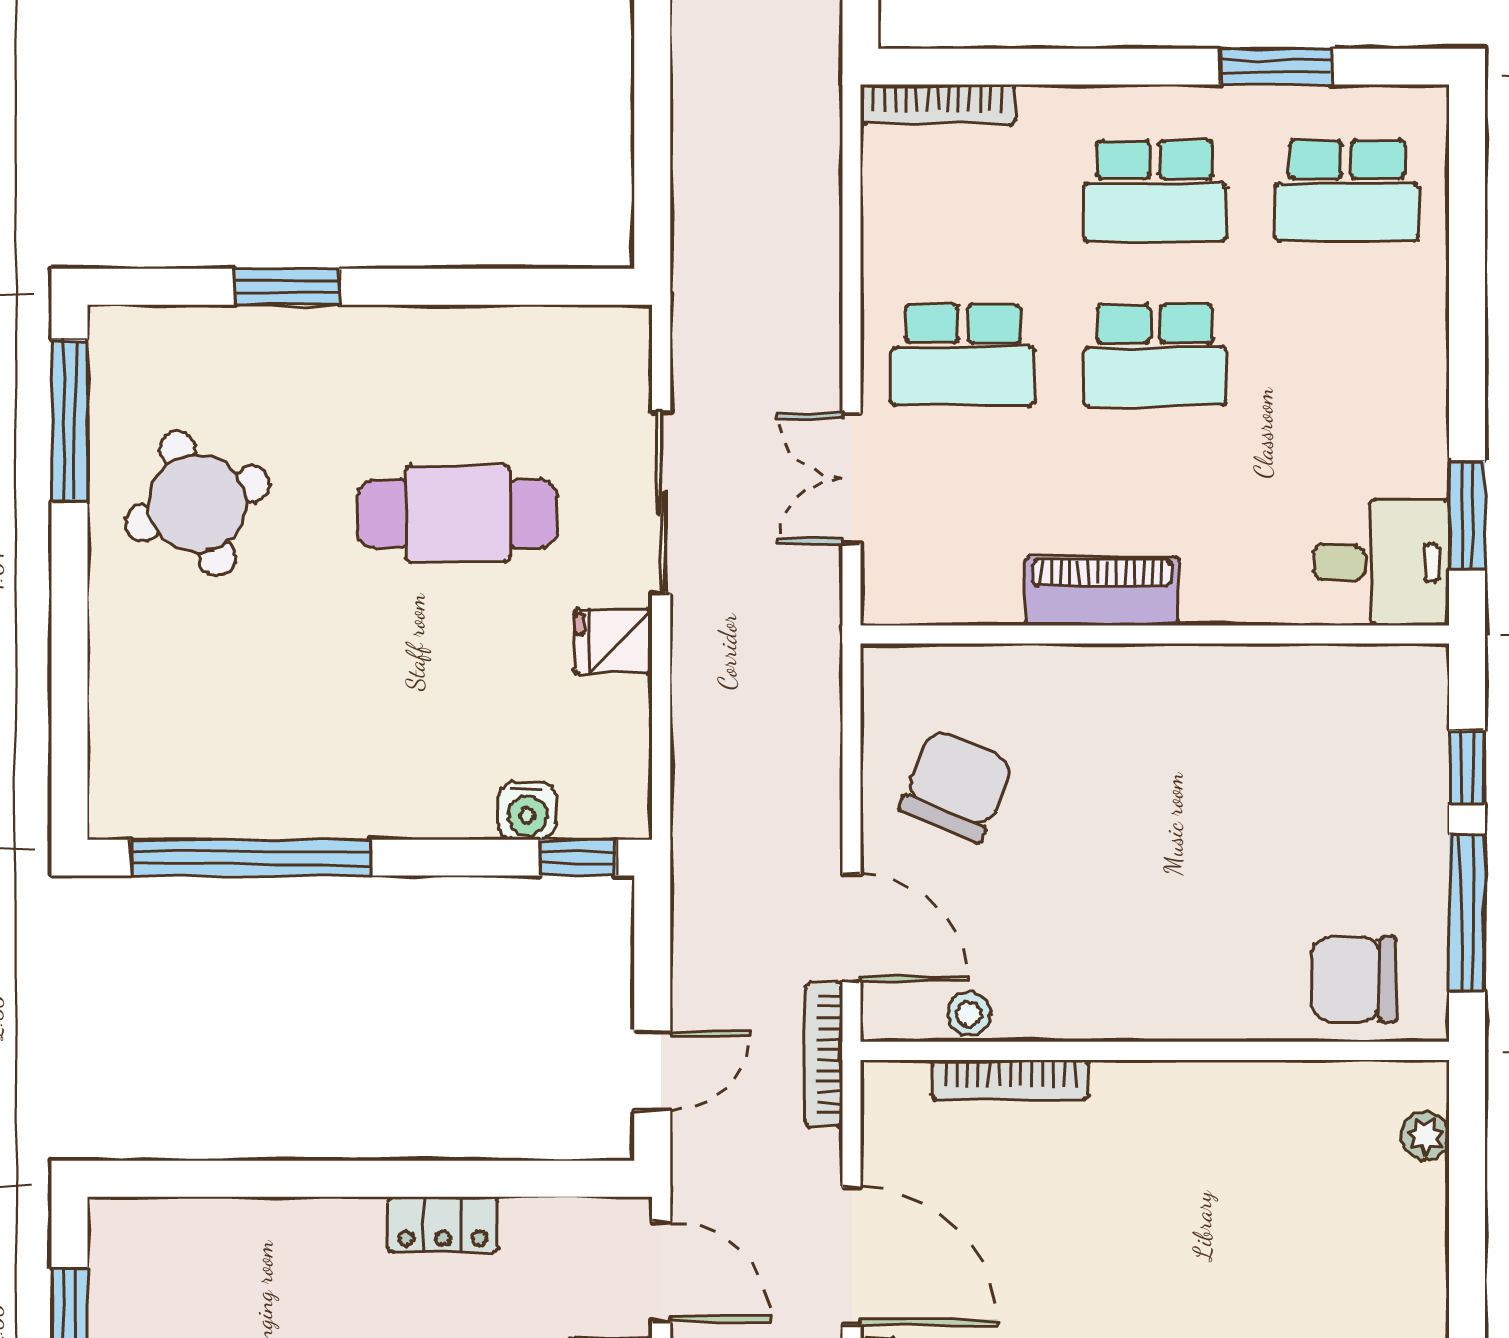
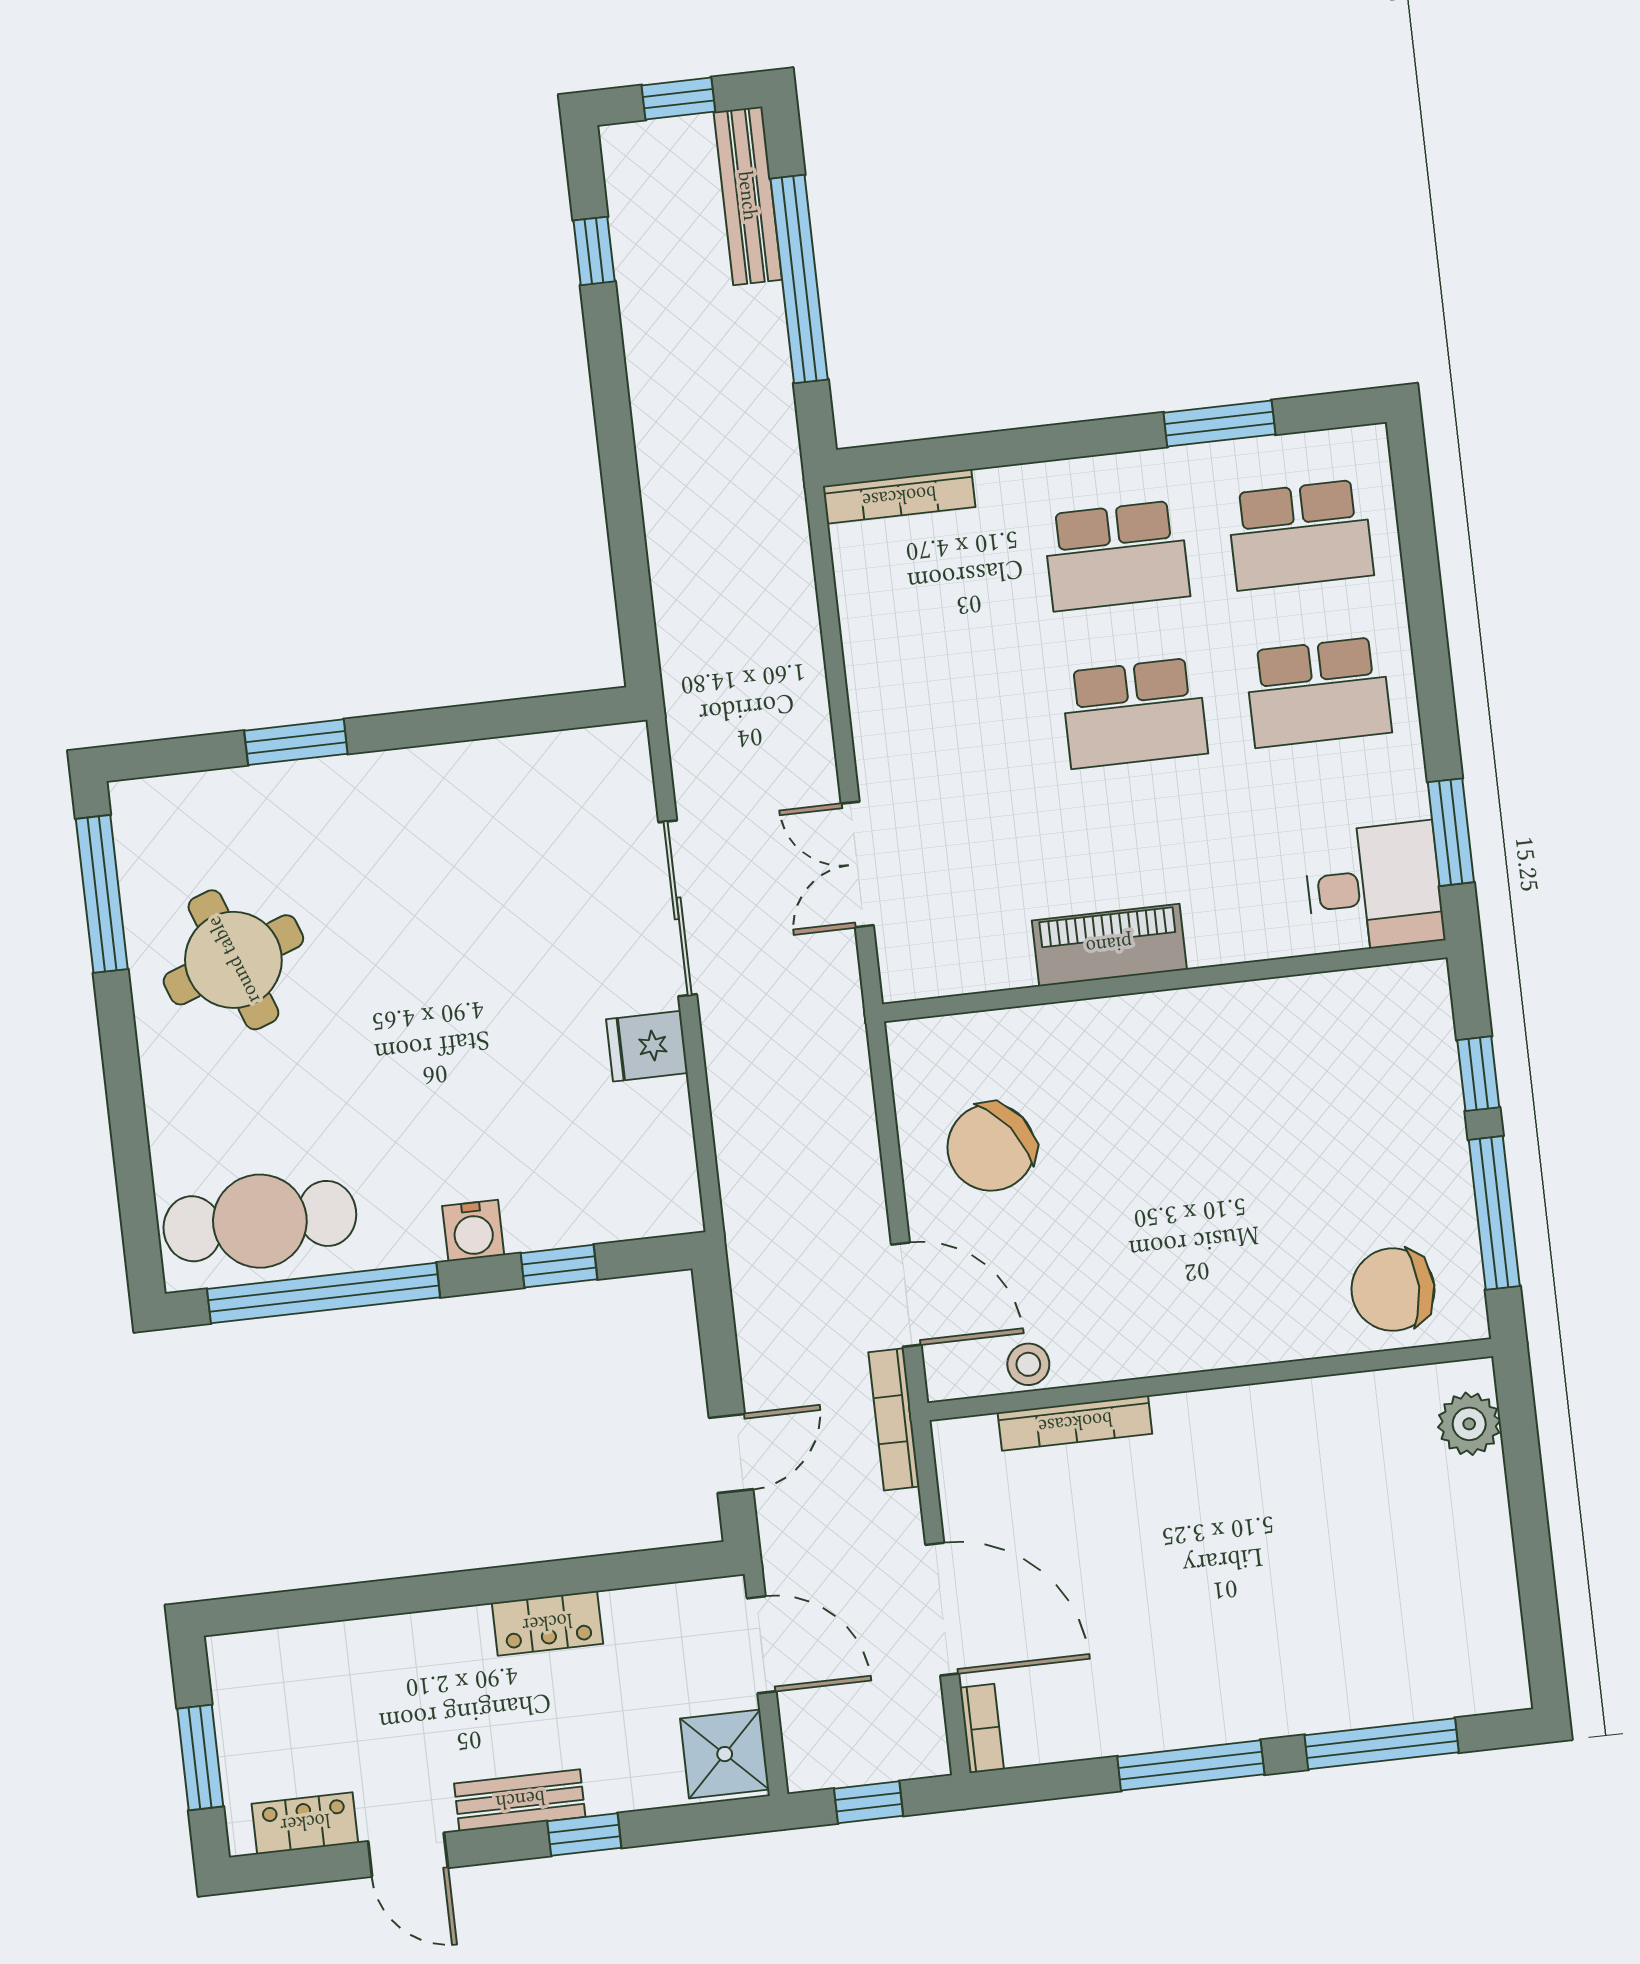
school desk: (963, 355) -> (1318, 692), moved
cafe table: (457, 514) -> (260, 1221), moved
chair: (956, 786) -> (991, 1147), turned -150
water cooler: (527, 811) -> (473, 1231), moved
window: (578, 858) -> (559, 1266), moved
plant: (1425, 1136) -> (1469, 1424), width x1.38, depth x1.38

